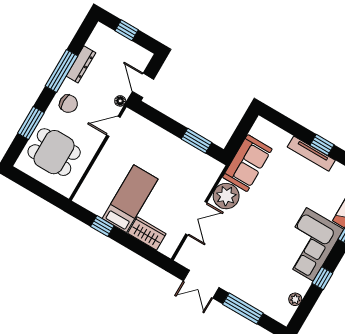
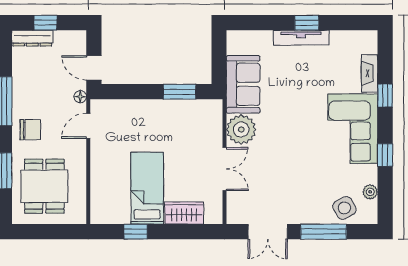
dresser: (81, 64) -> (32, 38), moved, turned 90
dining table: (54, 152) -> (44, 186), turned 90
side table: (269, 300) -> (344, 208), added

